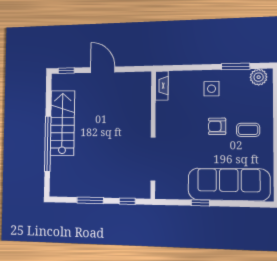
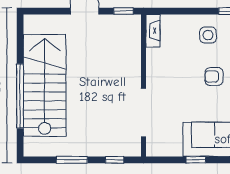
window: (66, 71) -> (124, 11), moved
stairs: (62, 123) -> (45, 85), width x1.36, depth x1.51

